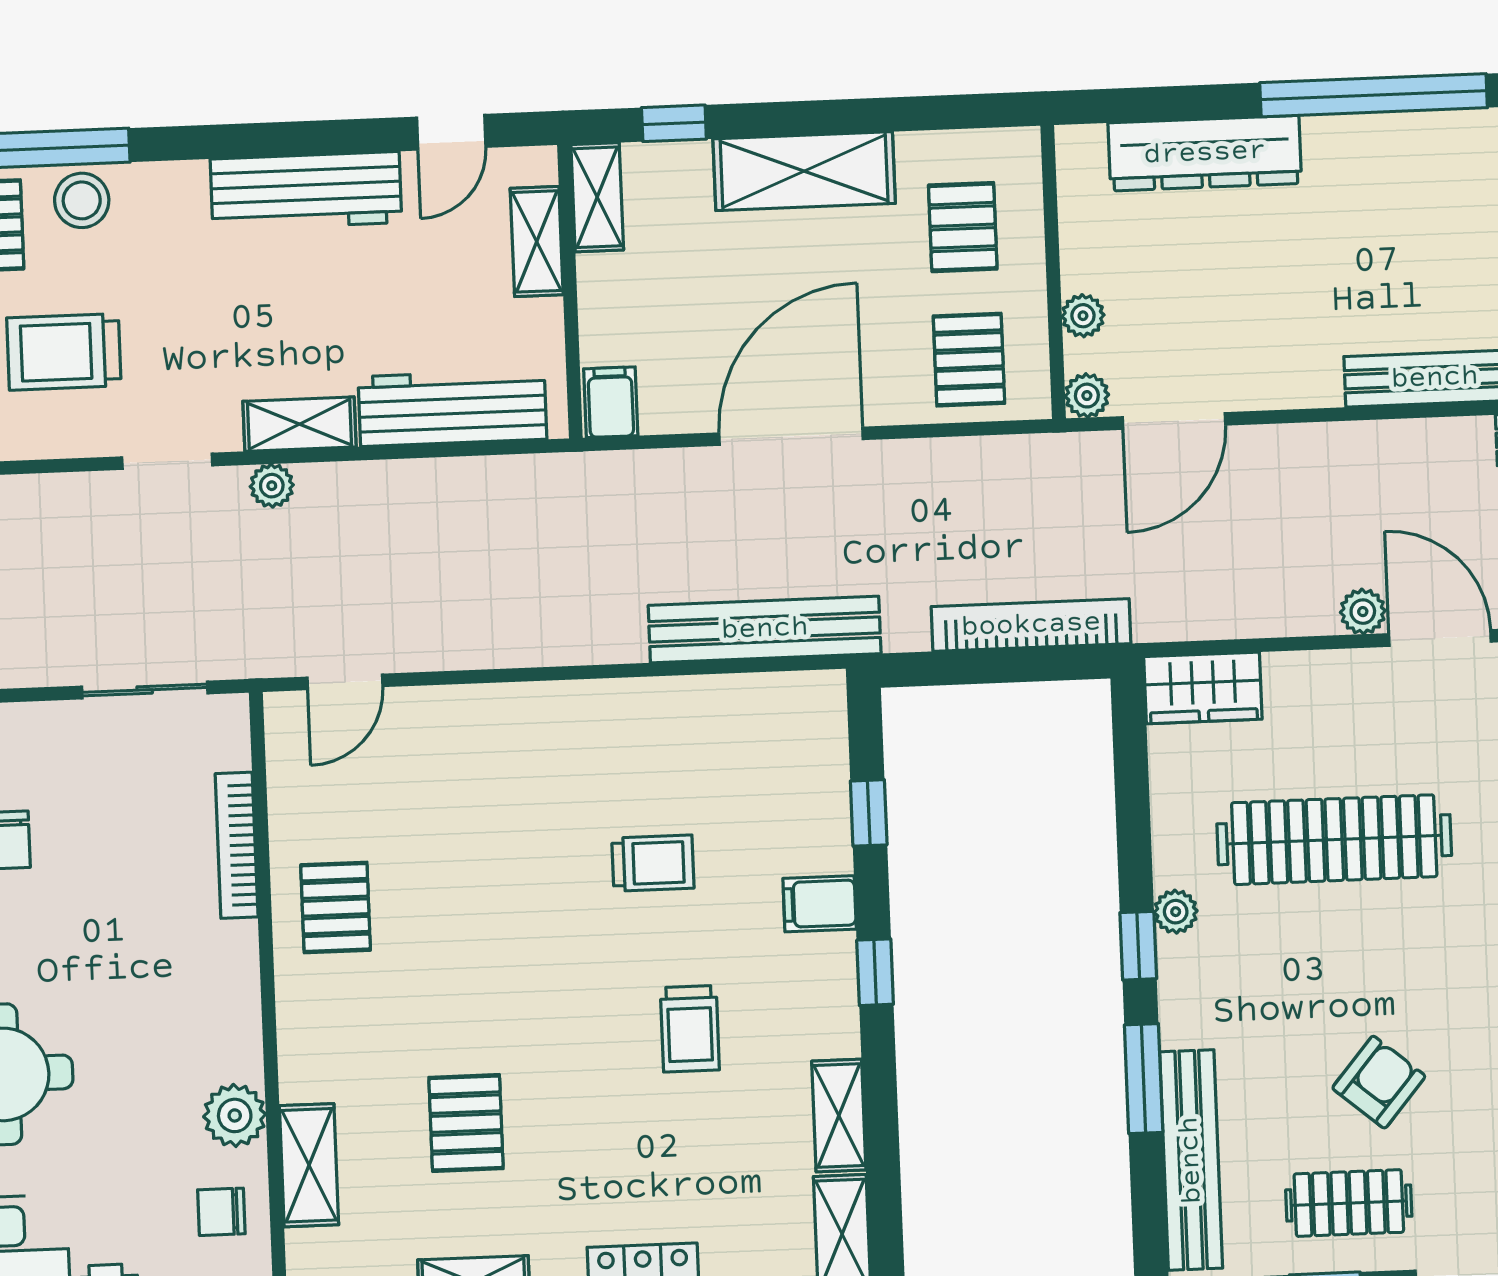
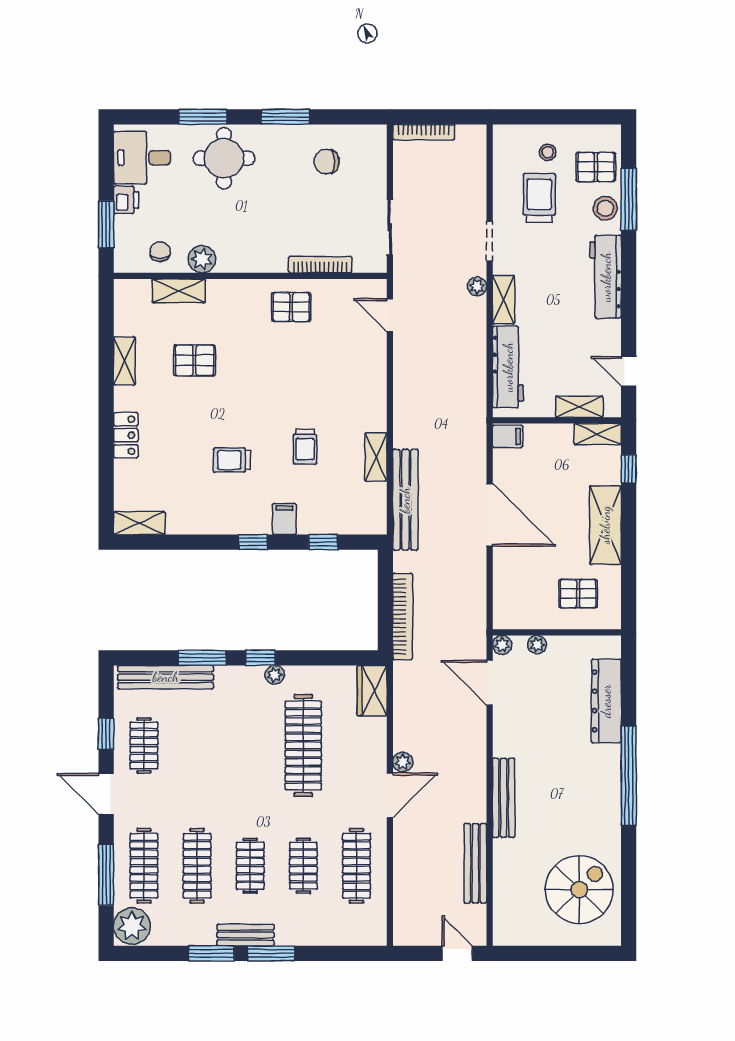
workbench: (306, 191) -> (606, 277), moved
pallet: (969, 360) -> (520, 594), removed
armchair: (1379, 1082) -> (196, 761), removed
shelving: (839, 1116) -> (376, 457), moved, turned 90

